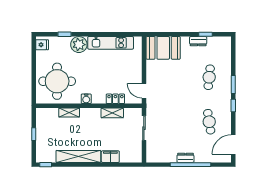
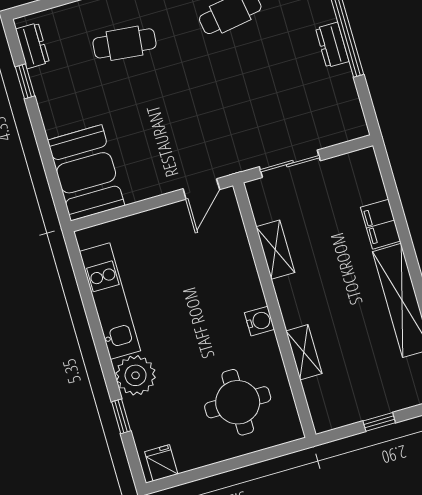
dresser: (198, 41) -> (32, 46), moved
round table: (57, 81) -> (238, 402), width x0.73, depth x0.73
locker: (115, 99) -> (240, 252), removed

